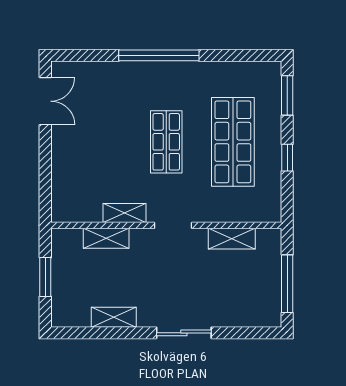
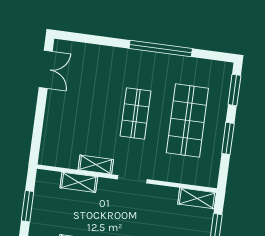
window: (159, 55) -> (161, 49), moved
window: (287, 158) -> (228, 138), width x1.50
shelving: (232, 239) -> (197, 198), moved

